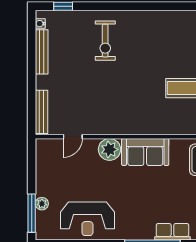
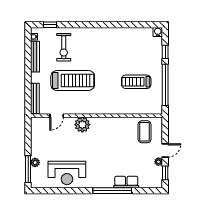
exercise bike: (105, 41) -> (64, 47), moved
treadmill: (96, 86) -> (73, 81), added
sofa: (145, 152) -> (107, 126), removed

